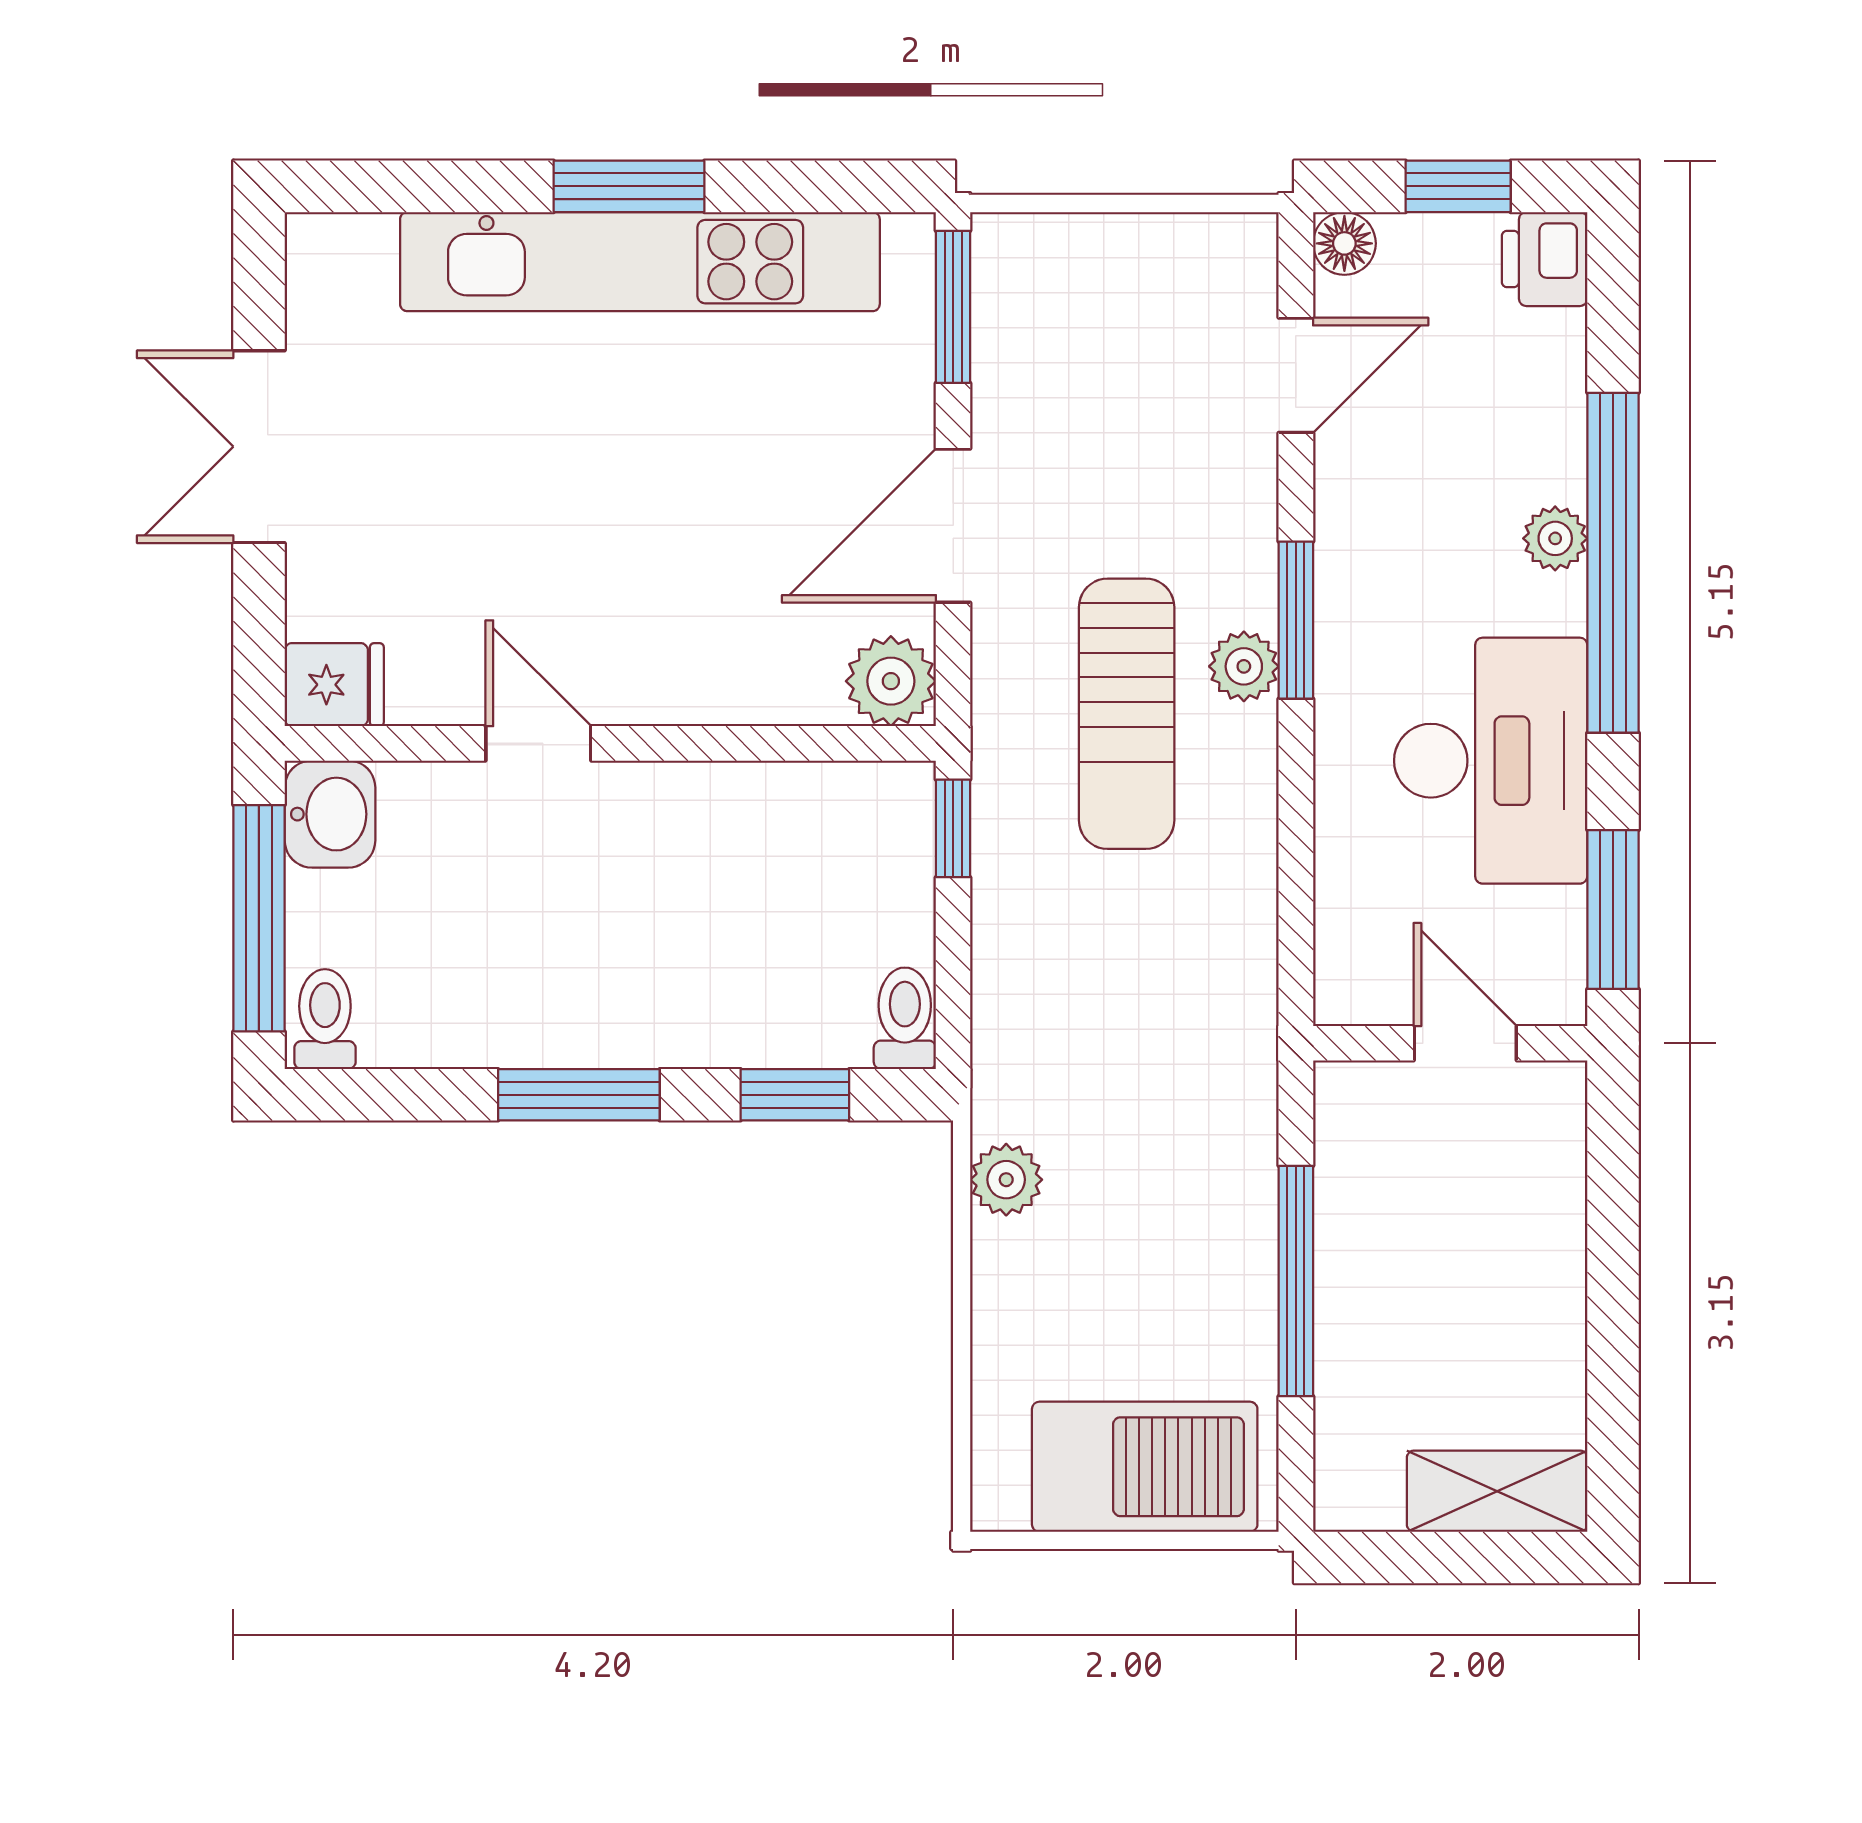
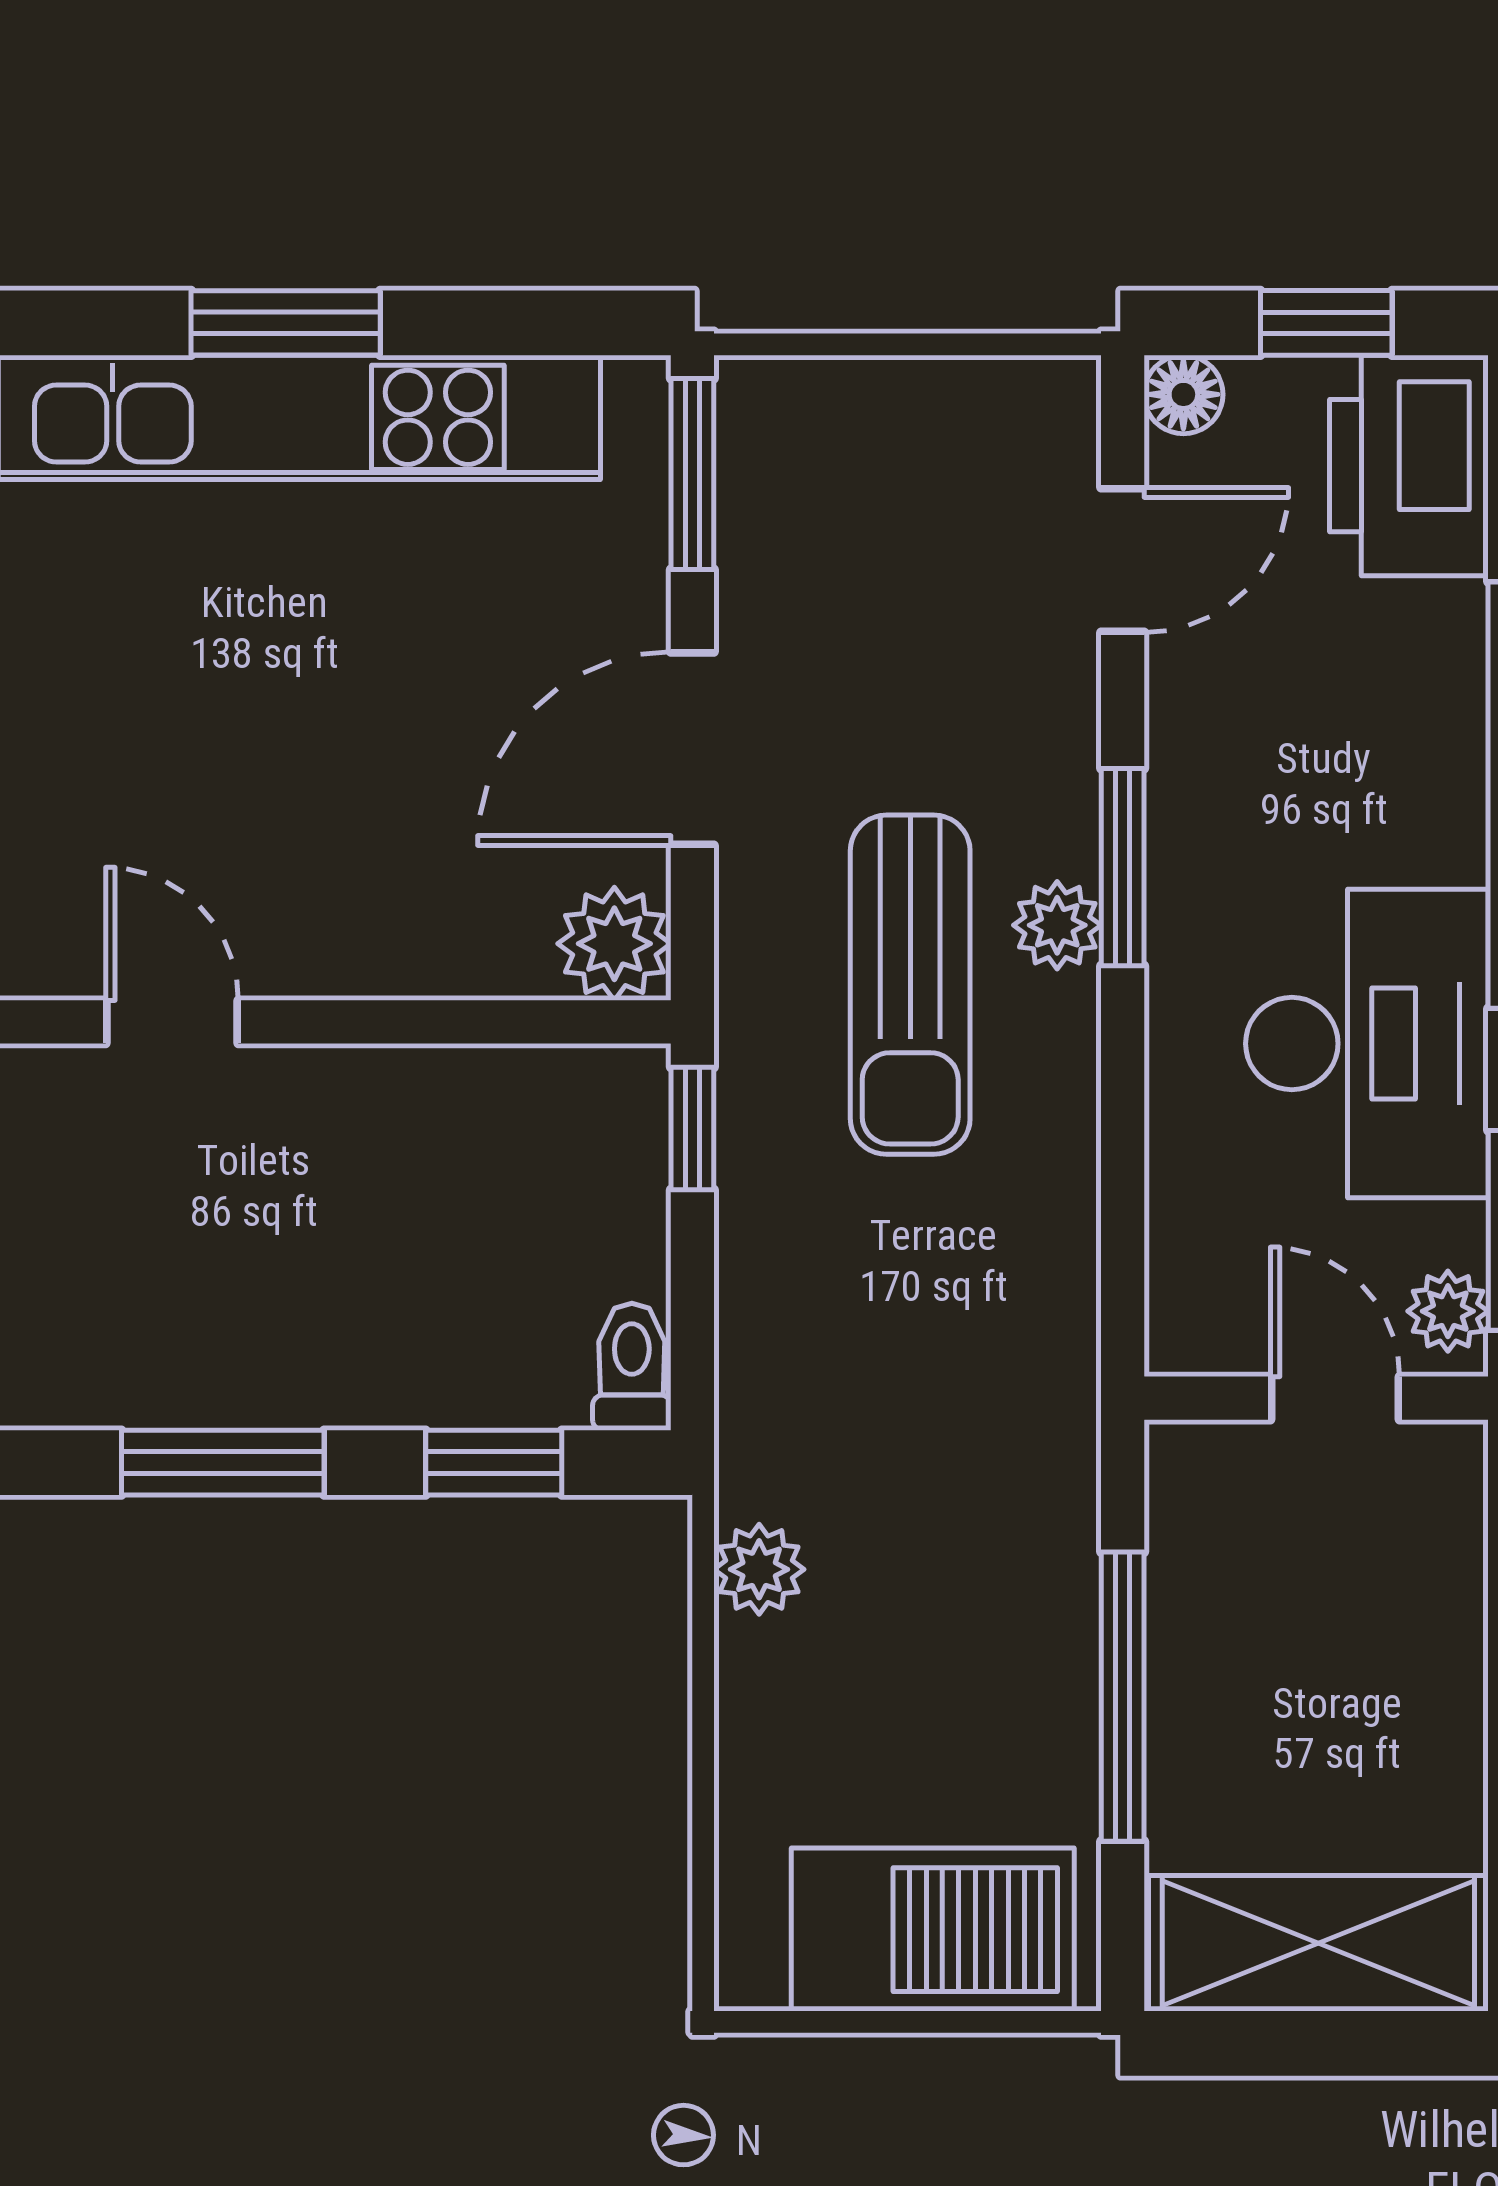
printer: (1545, 259) -> (1409, 466), width x1.87, depth x1.48
plant: (1555, 538) -> (1448, 1311), moved
shelving: (1497, 1491) -> (1318, 1943), width x1.50, depth x1.33

